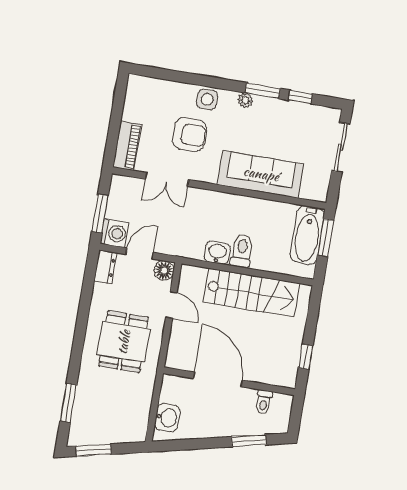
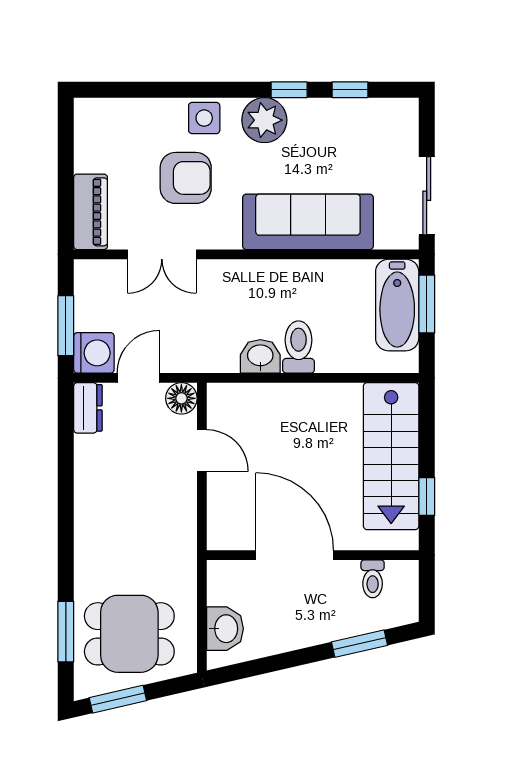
window: (263, 91) -> (289, 90), width x0.67
plant: (245, 100) -> (264, 120), width x1.88, depth x1.88
sliding door: (341, 147) -> (427, 196), moved
stairs: (252, 293) -> (391, 456), moved, turned 90
dining table: (124, 342) -> (129, 634), moved, turned 90

